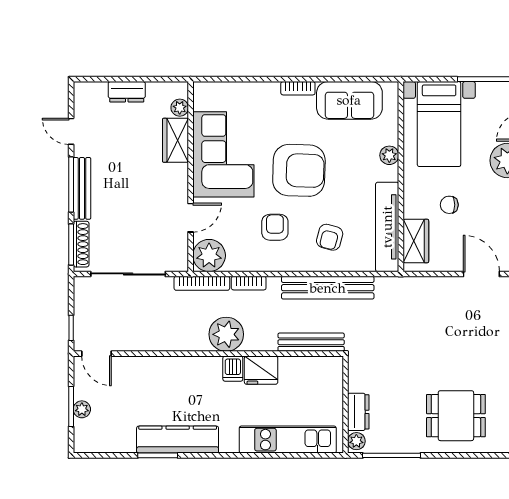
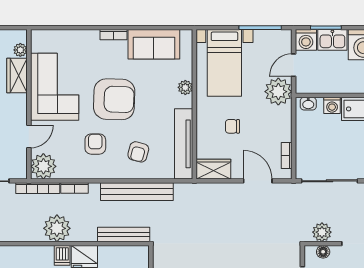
wardrobe: (416, 241) -> (213, 169), moved, turned -90

